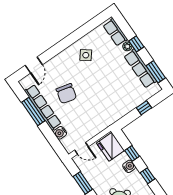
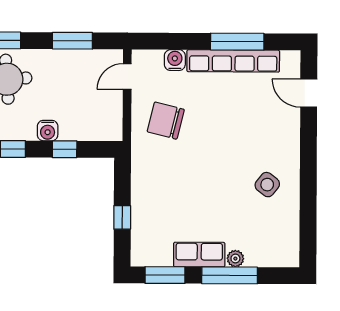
row of seats: (115, 32) -> (270, 255), removed
window: (136, 44) -> (230, 275), width x2.17
row of seats: (140, 69) -> (199, 255), width x0.68
chair: (66, 94) -> (166, 121), moved
fridge: (111, 147) -> (98, 123), removed

